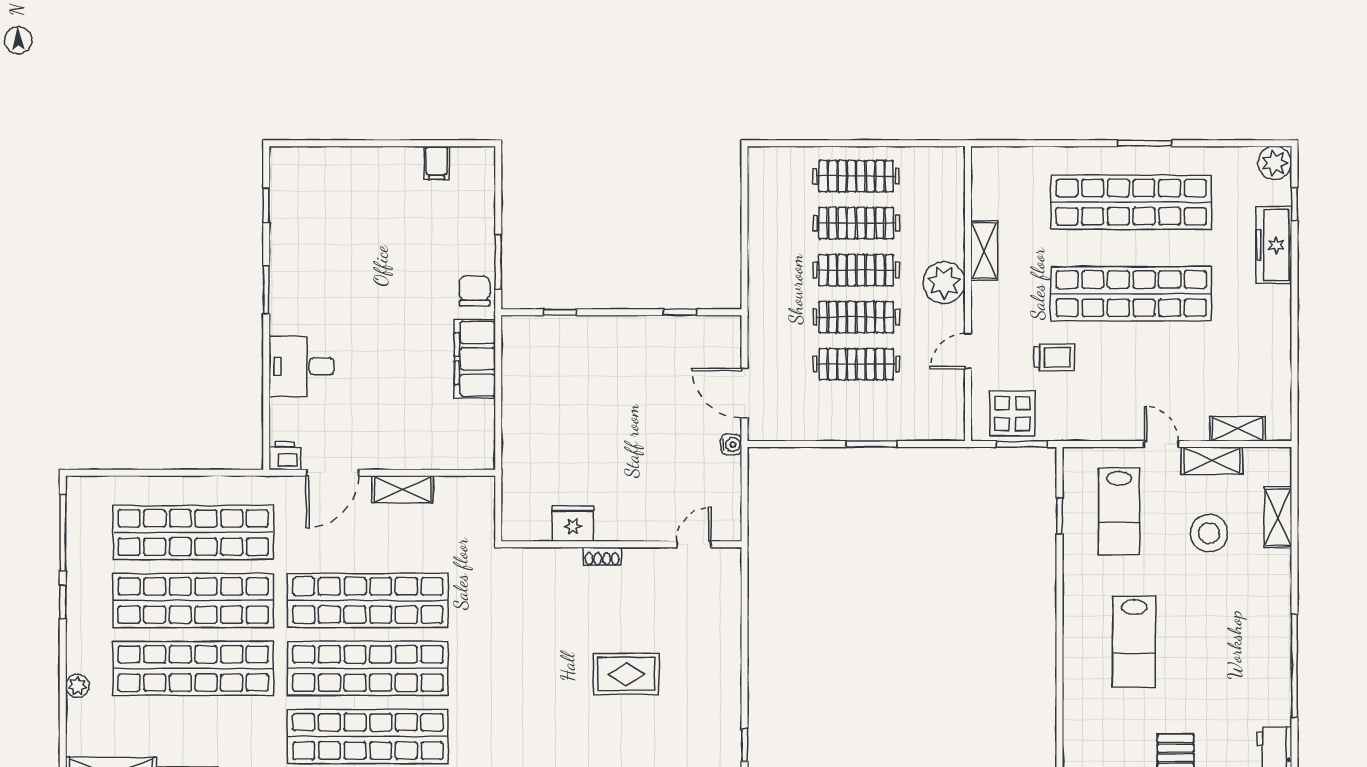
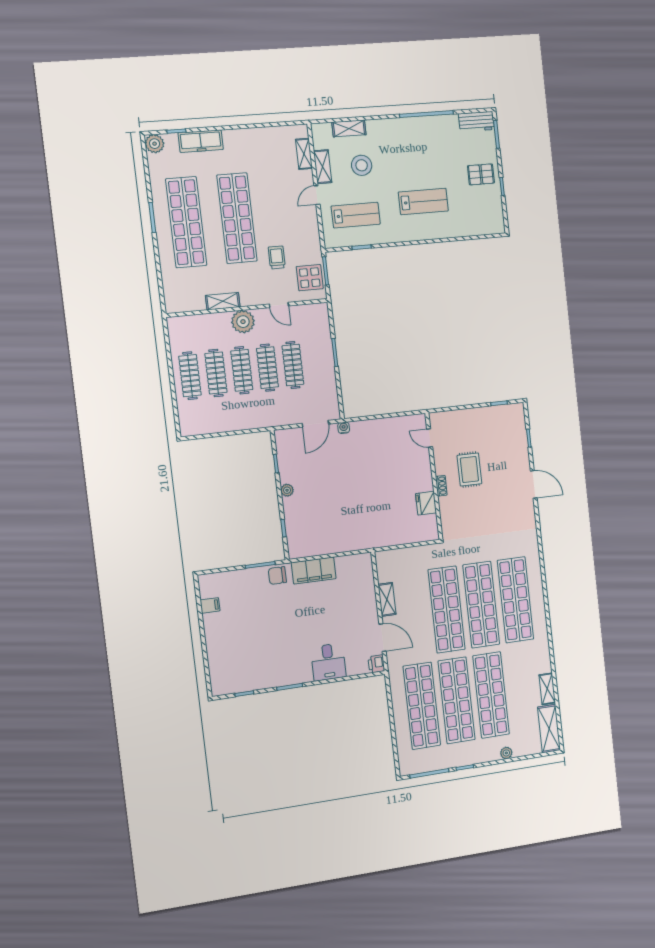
plant: (629, 327) -> (287, 490), added
fridge: (573, 524) -> (426, 503), moved
wall: (621, 544) -> (434, 476), moved
door: (694, 544) -> (430, 438), moved
shoe rack: (602, 556) -> (441, 486), moved

